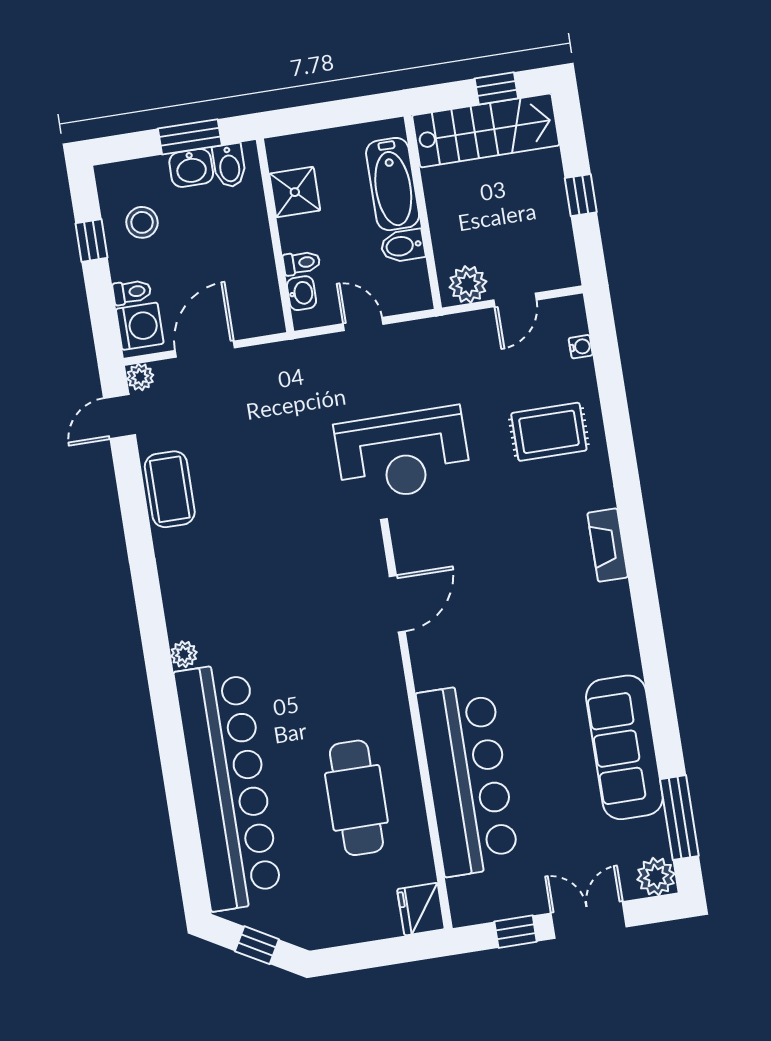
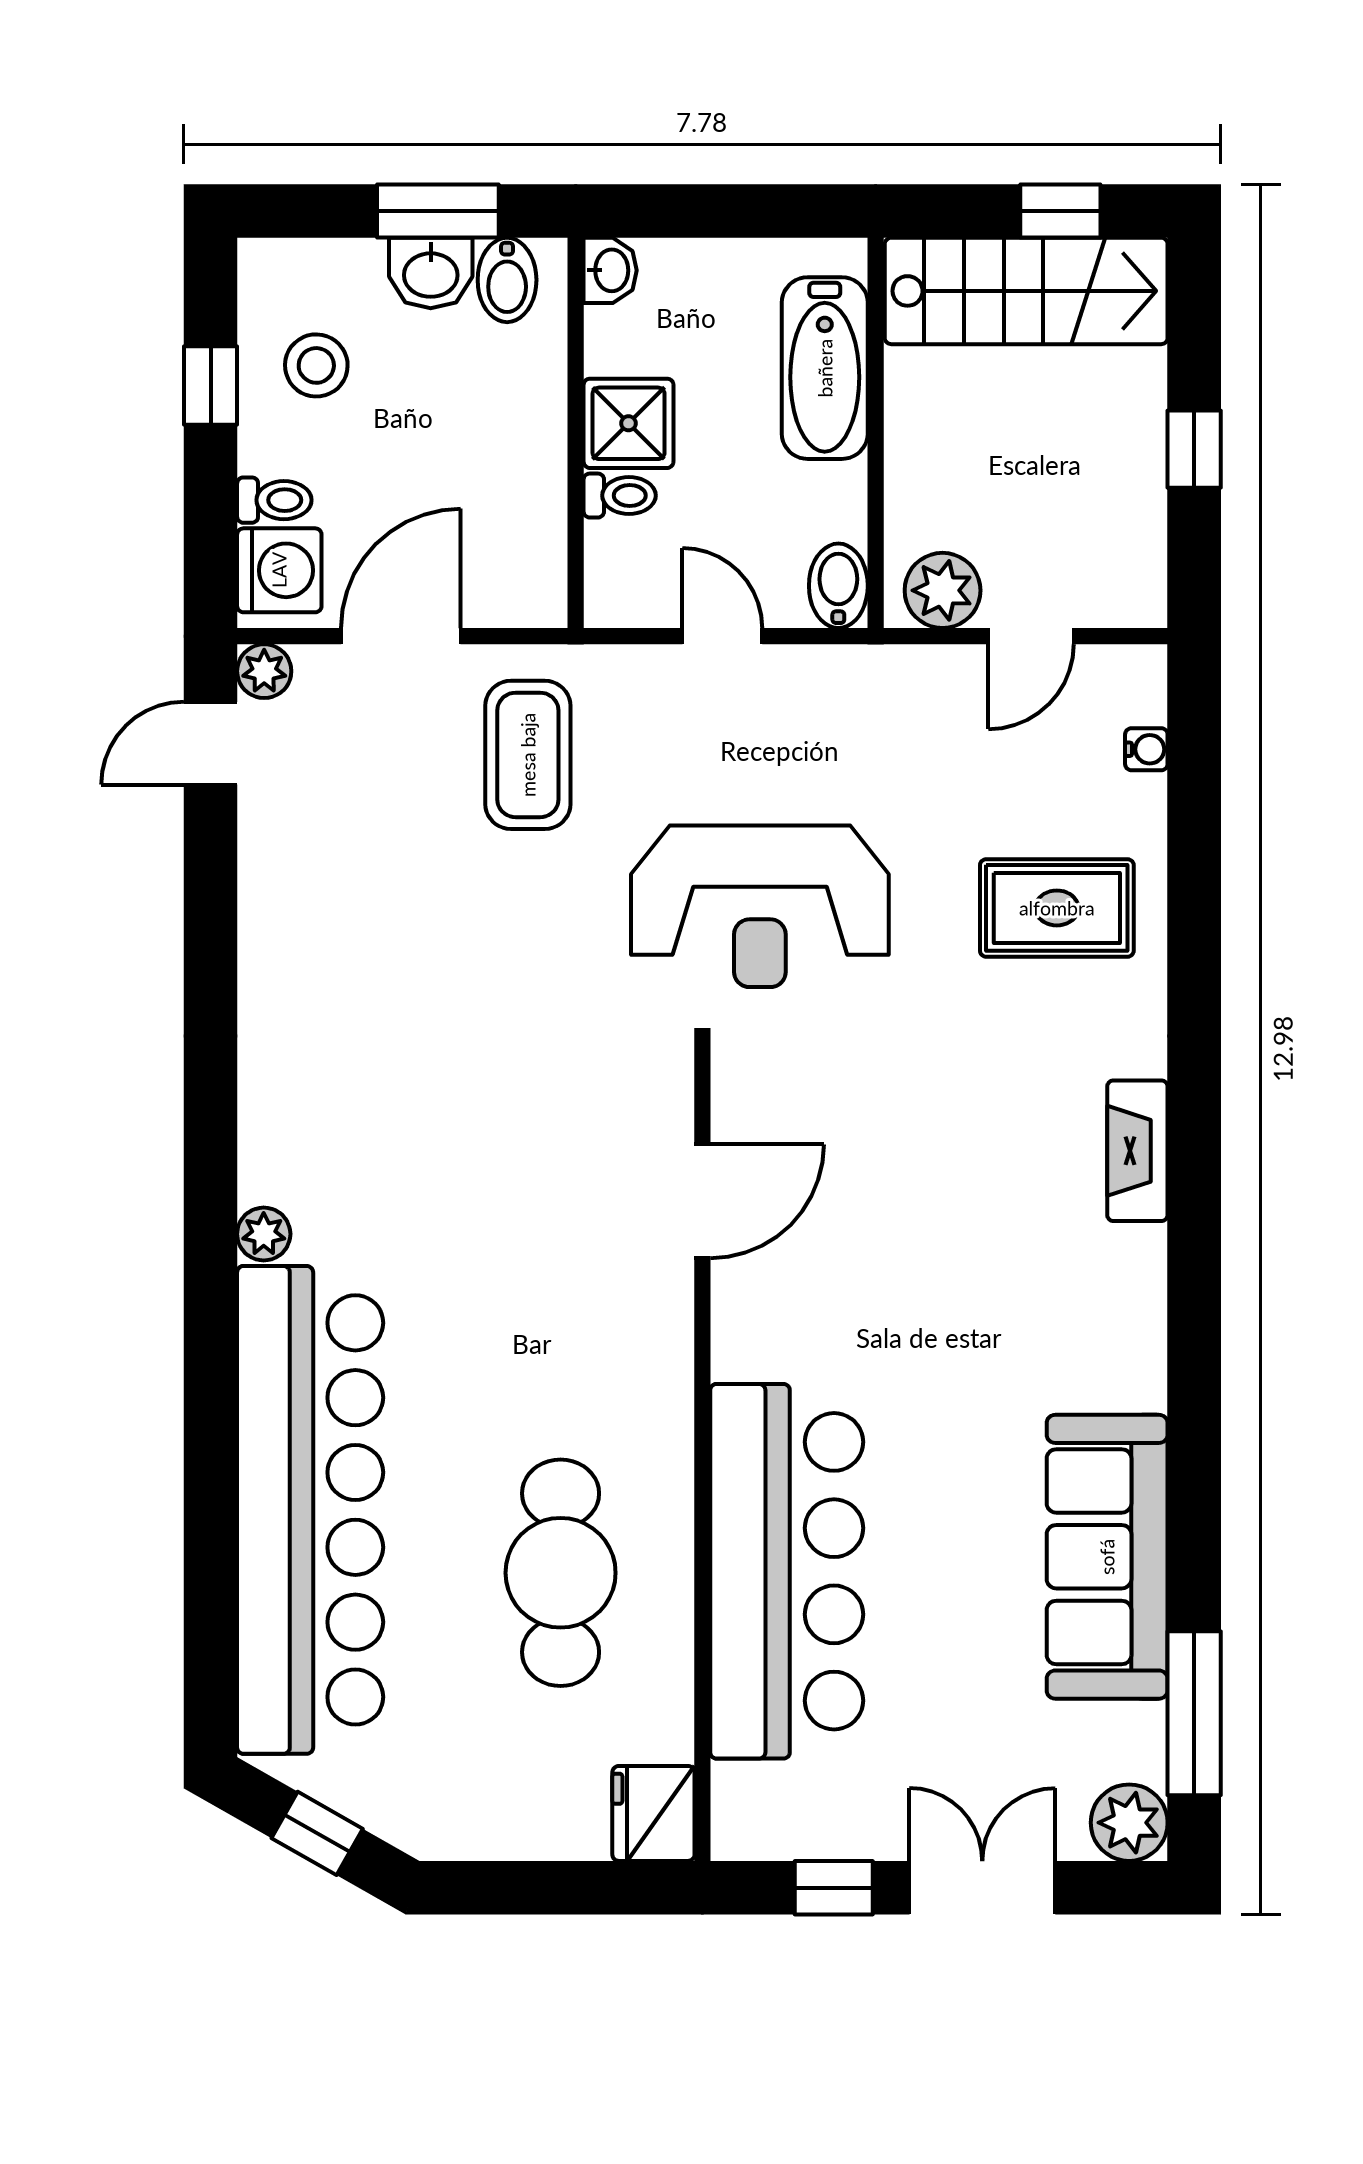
shower: (295, 192) -> (629, 423), moved
bidet: (403, 246) -> (838, 586), moved, turned 90
washbasin: (302, 293) -> (610, 270), moved
coffee table: (170, 489) -> (528, 755), moved

